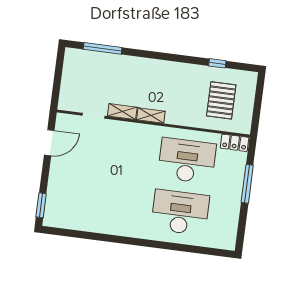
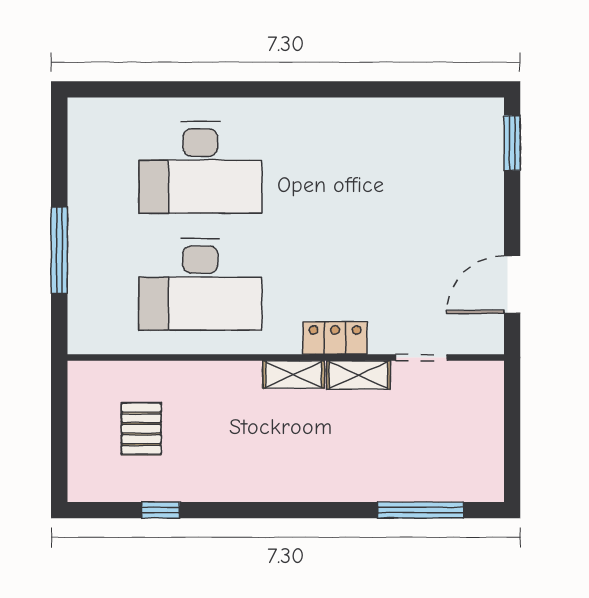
pallet: (221, 100) -> (141, 429), width x0.67, depth x0.71
locker: (235, 143) -> (335, 338), moved

